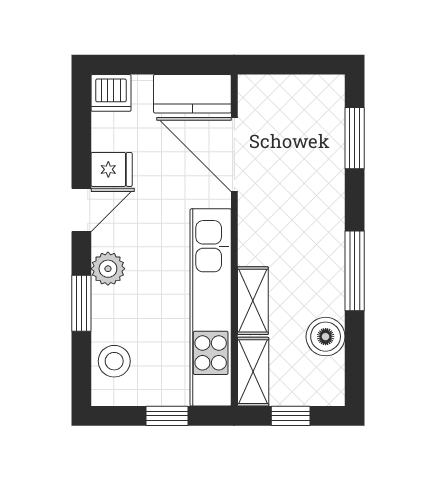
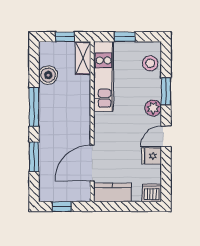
window: (297, 65) -> (62, 206), added
window: (355, 138) -> (34, 157), moved
door: (234, 155) -> (92, 163), swing flipped
shelving: (253, 301) -> (83, 92), removed
kitchen unit: (211, 307) -> (104, 76), width x0.73

